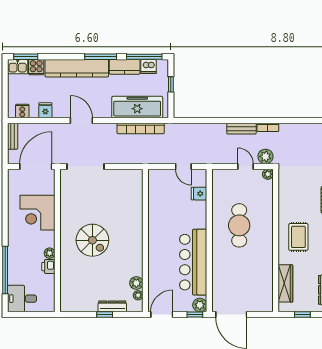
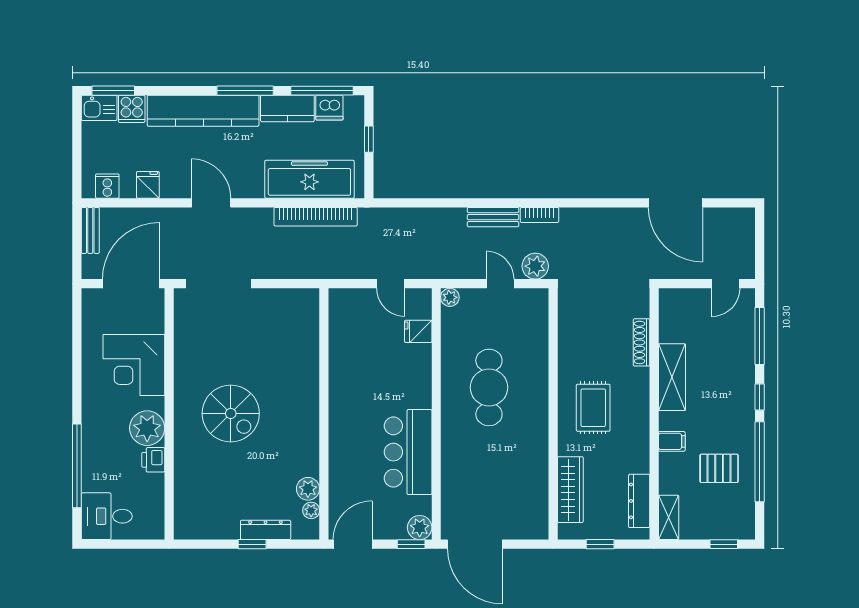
plant: (268, 174) -> (450, 297), moved
plant: (50, 253) -> (147, 428), width x1.88, depth x1.88
bar counter: (193, 262) -> (408, 452), width x0.73

